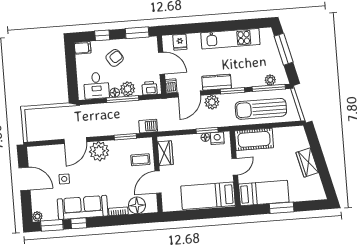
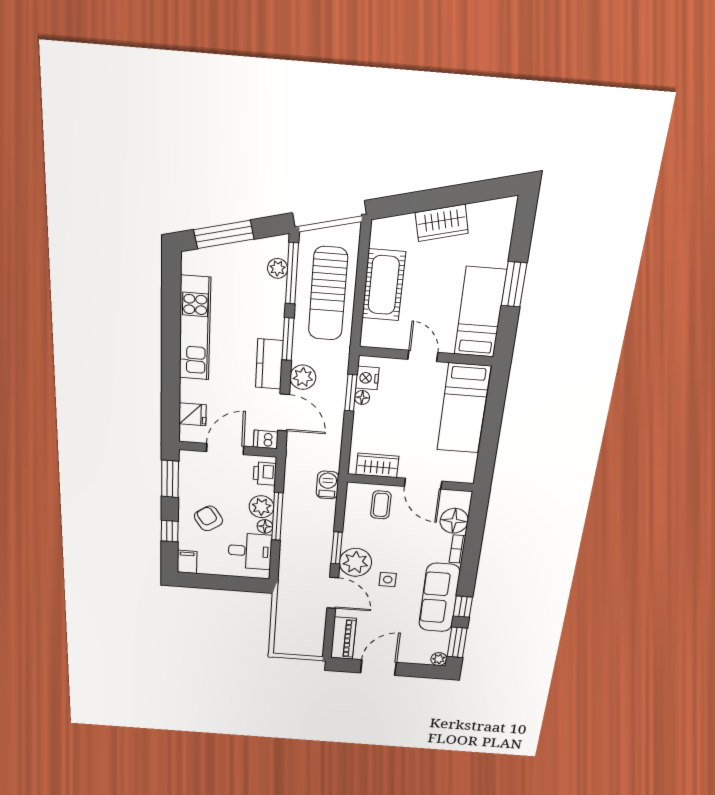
window: (125, 137) -> (337, 548), moved
cot: (254, 139) -> (384, 285), moved
piano: (43, 153) -> (343, 638), added
side table: (64, 179) -> (388, 580), moved

